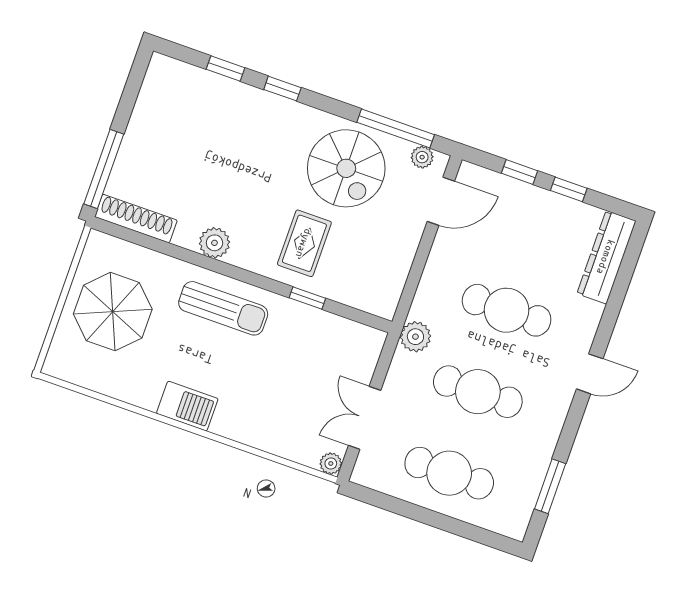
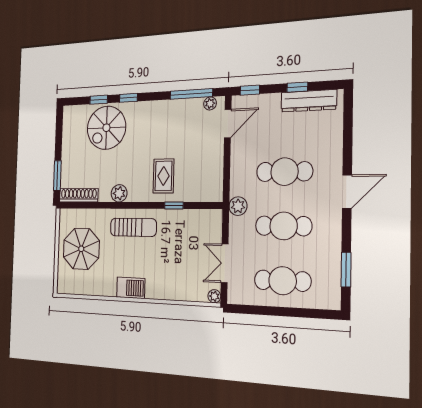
spiral stairs: (346, 168) -> (106, 128), moved, turned 90
window: (104, 169) -> (57, 176), width x0.69
window: (519, 172) -> (250, 90), moved
dresser: (606, 257) -> (309, 101), moved, turned -90
door: (590, 374) -> (347, 192), width x1.38

